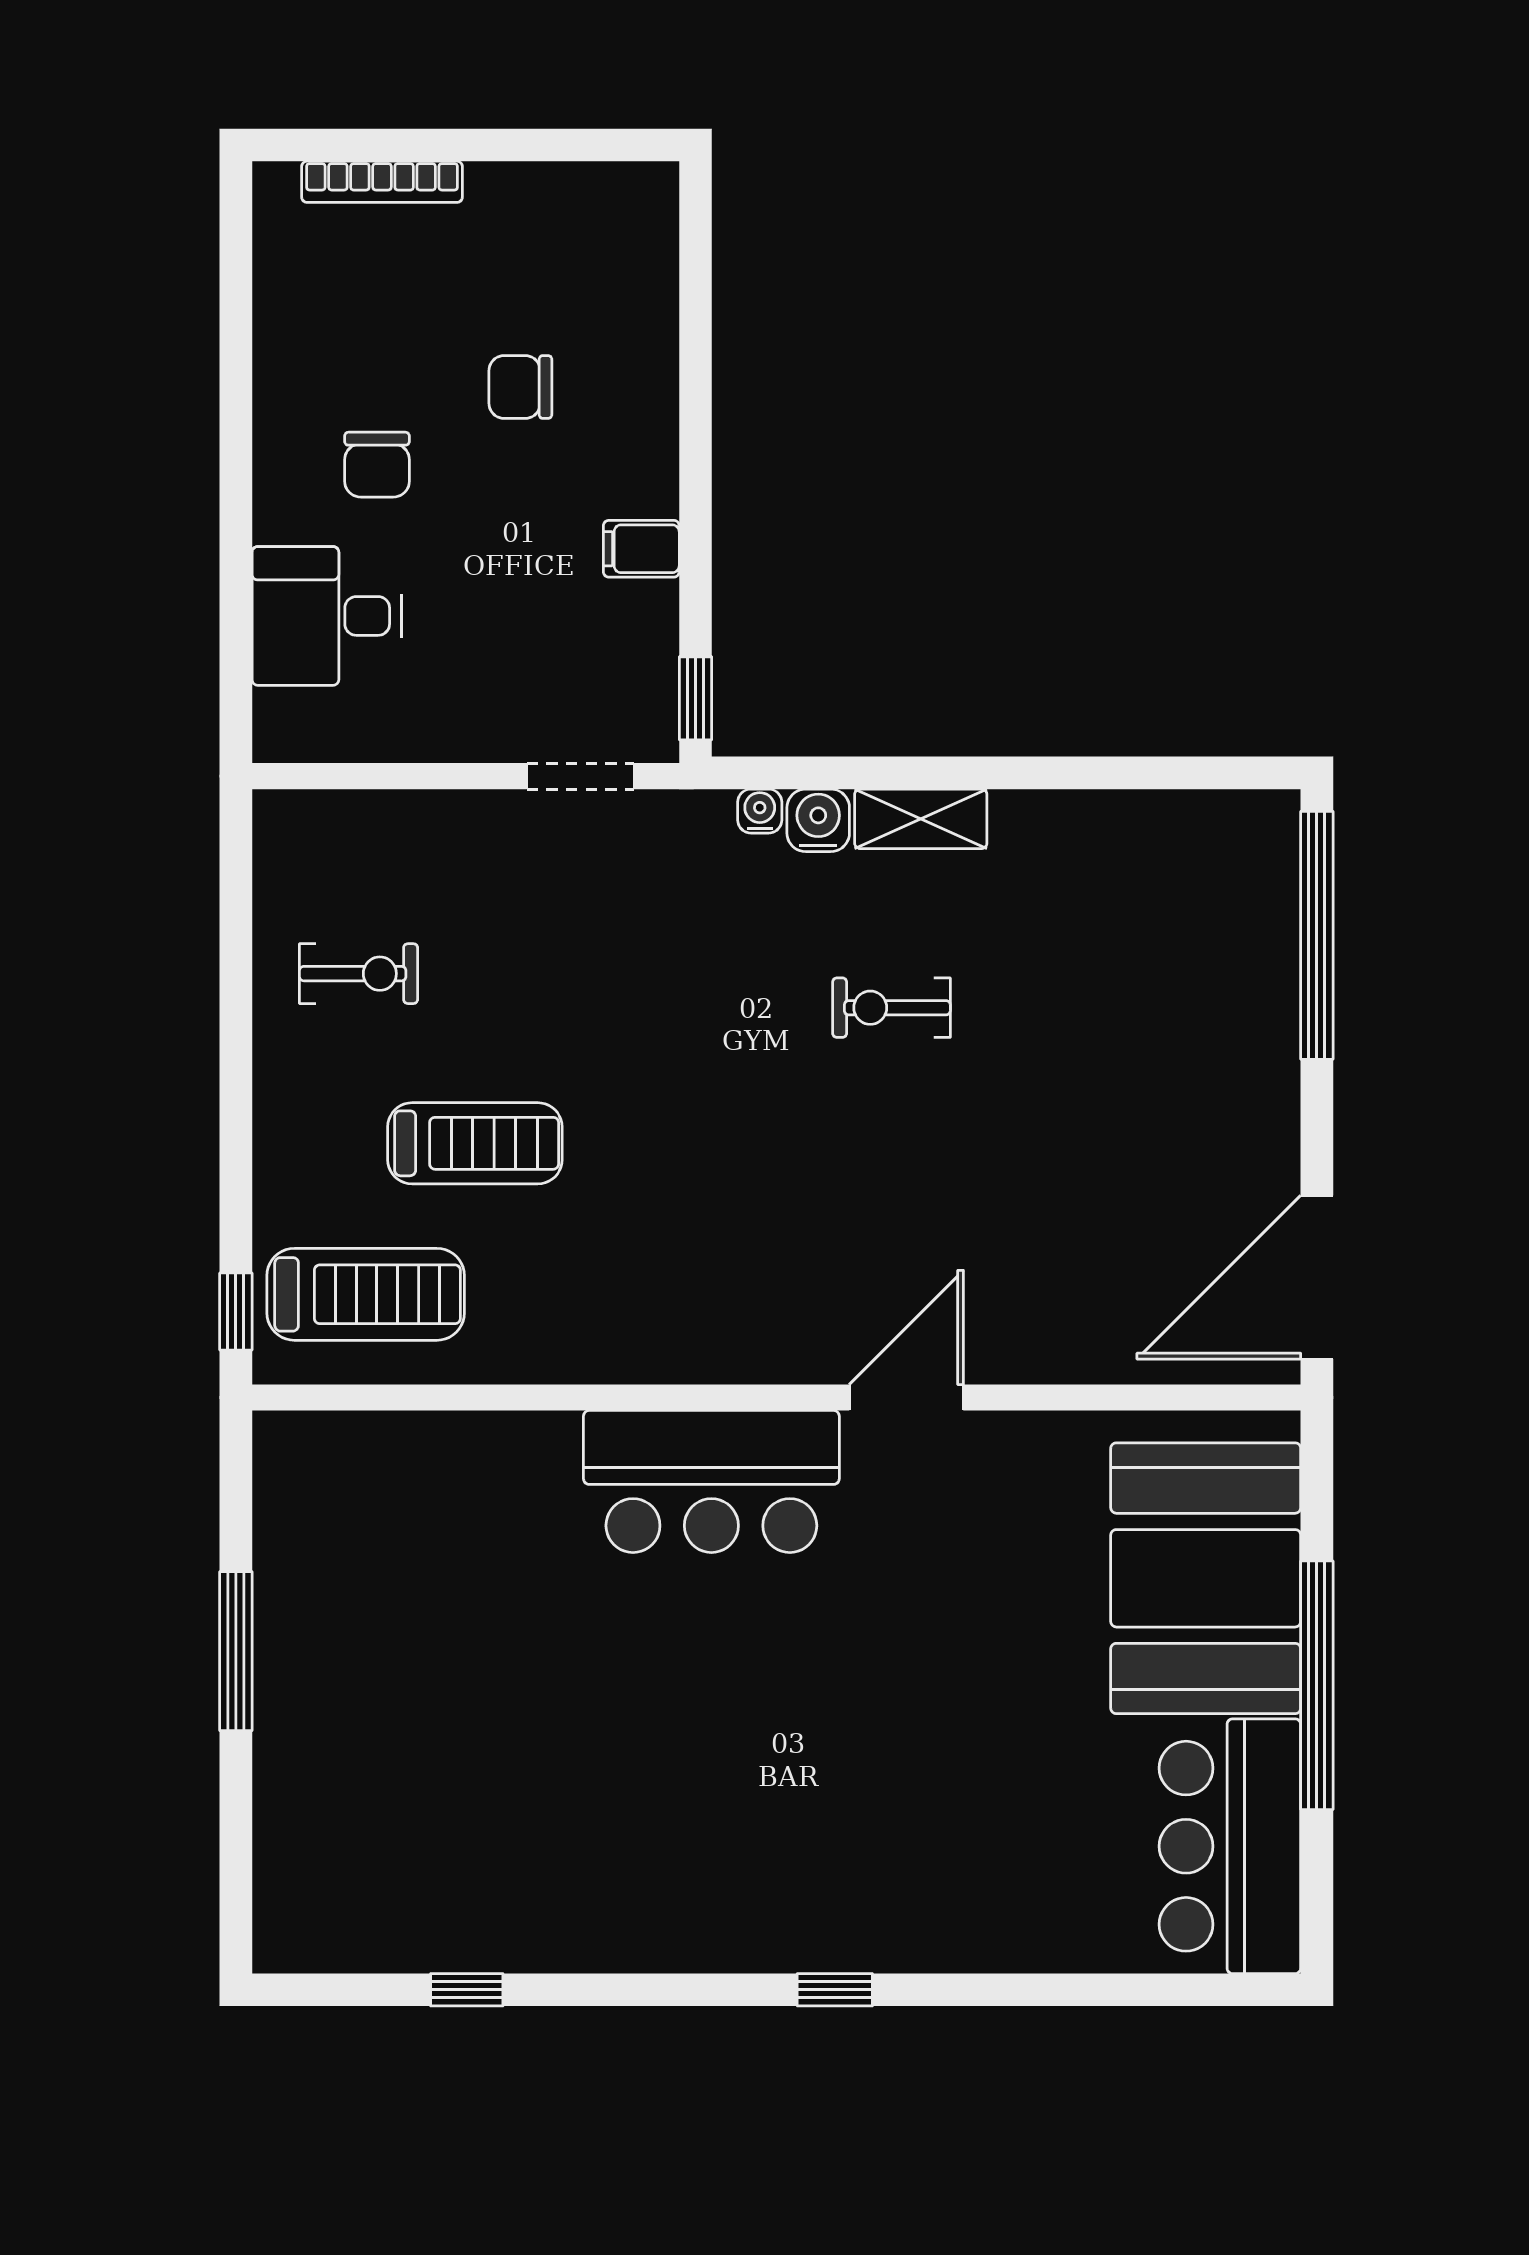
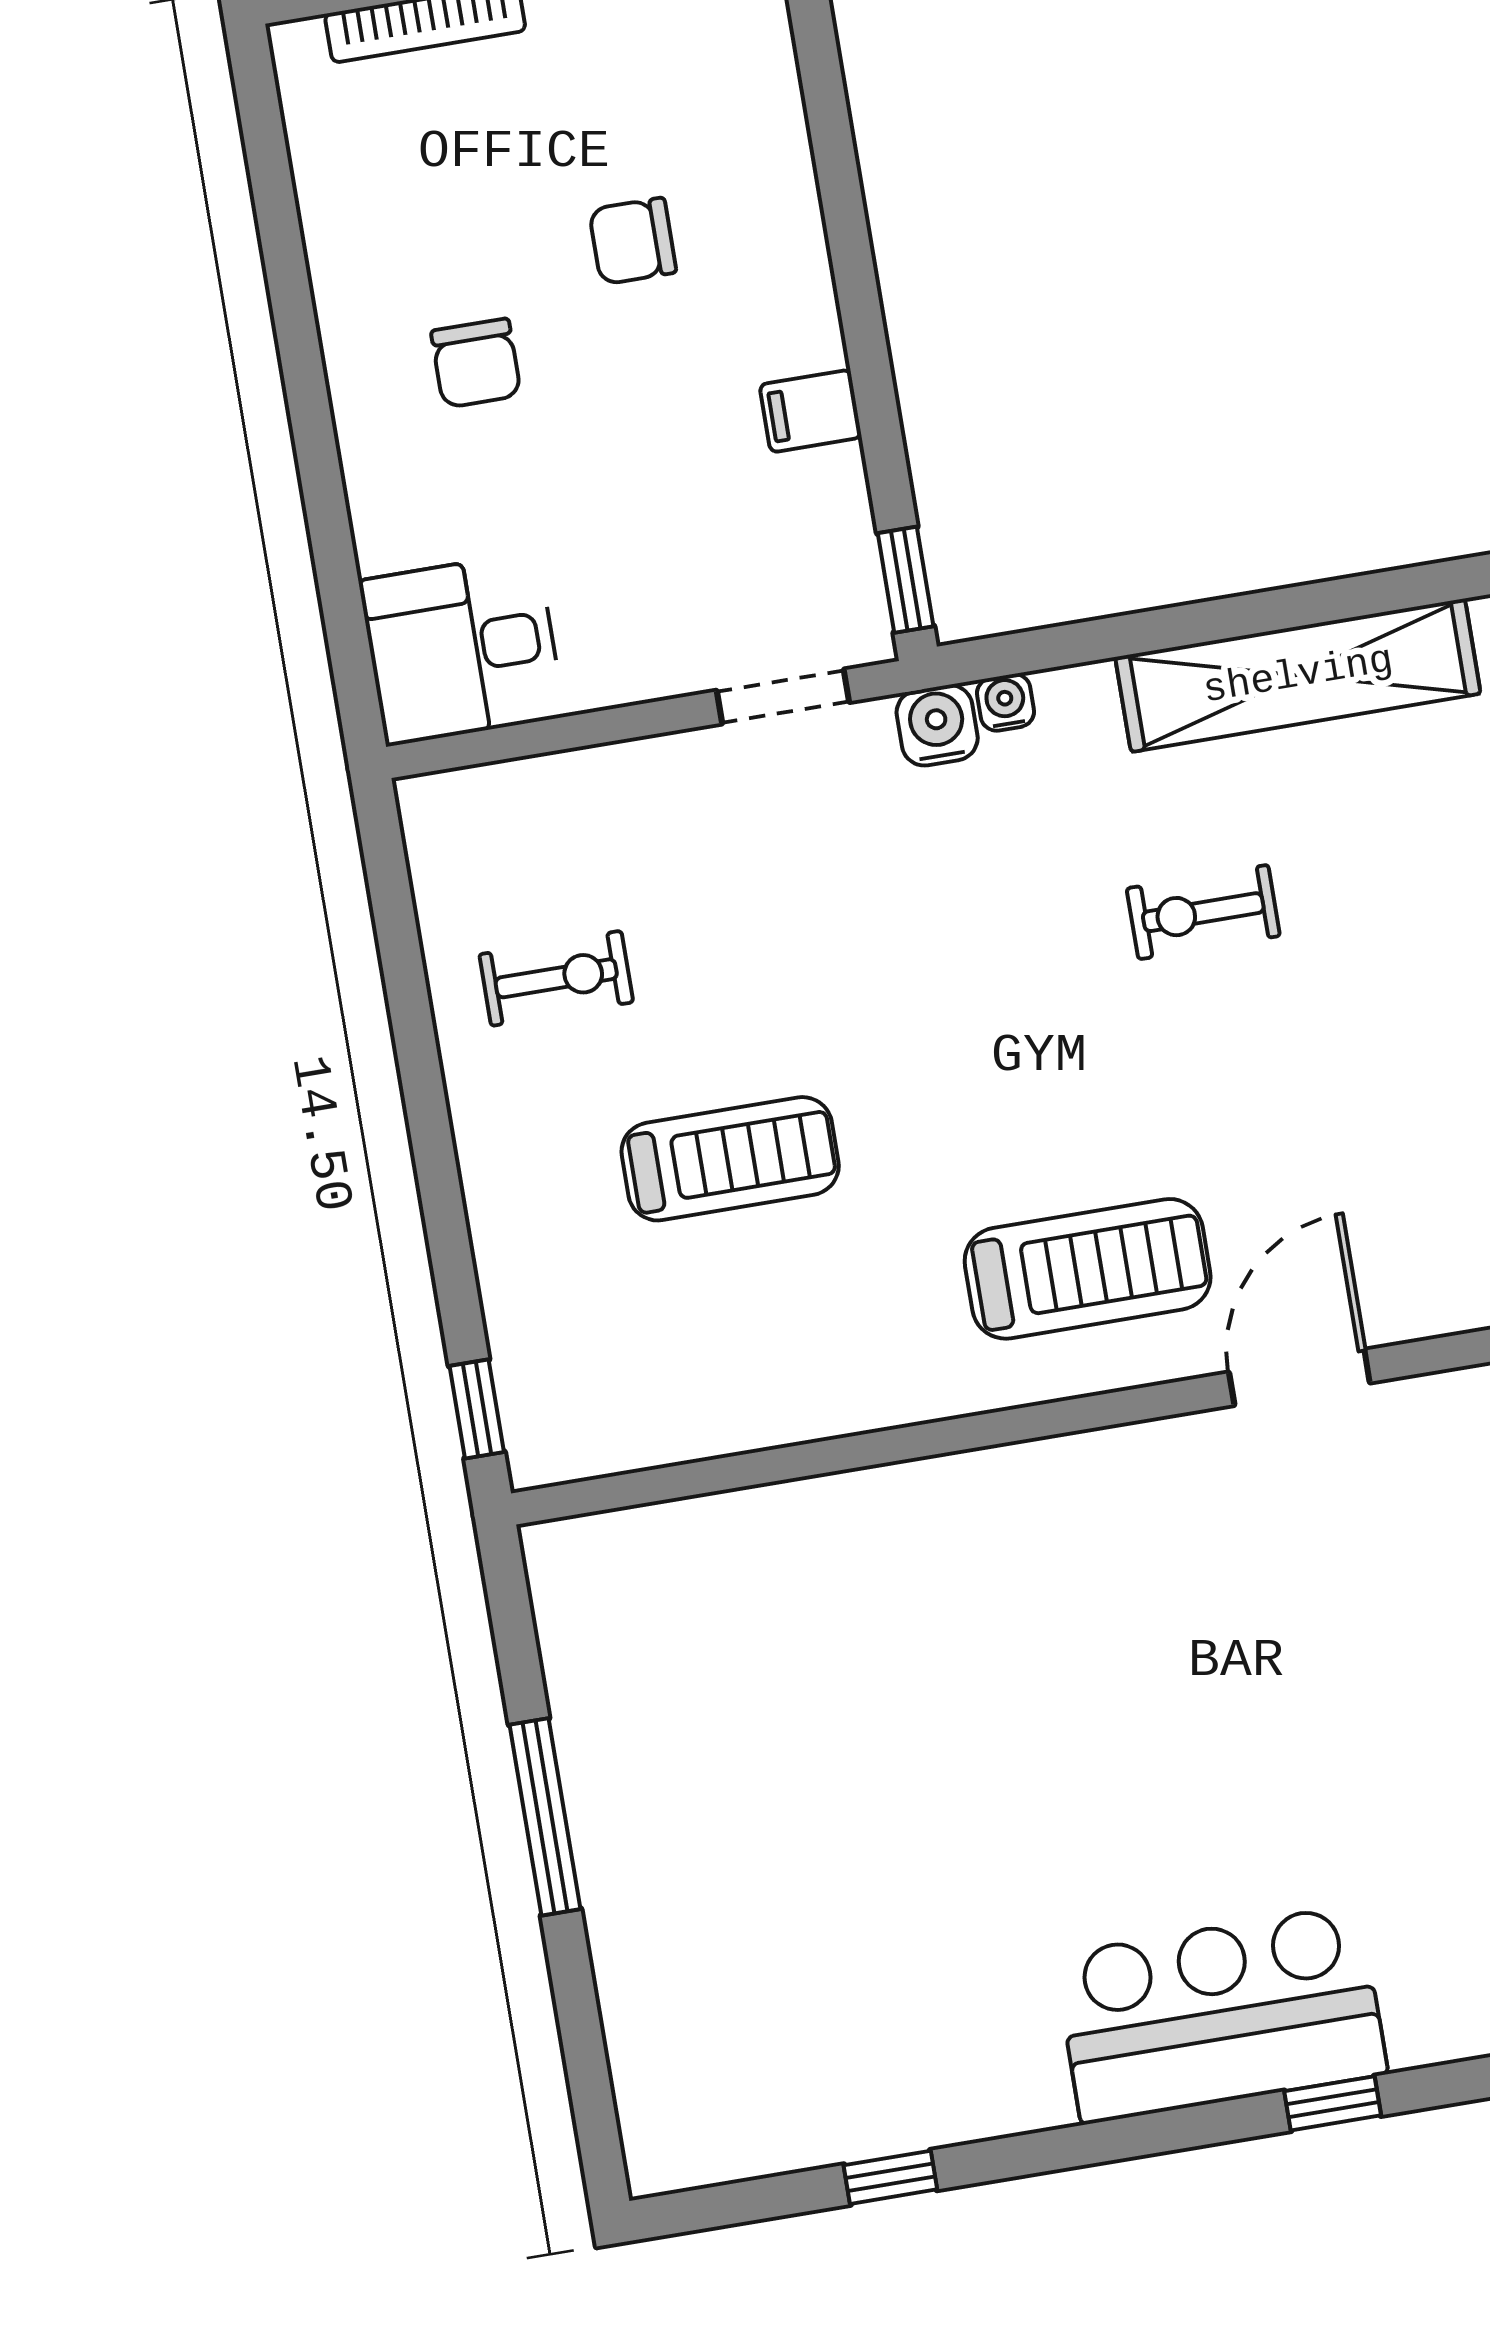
desk: (327, 616) -> (462, 649), moved
shelving: (921, 819) -> (1298, 675), width x2.20, depth x1.33
water cooler: (818, 820) -> (937, 725), moved
treadmill: (366, 1294) -> (1088, 1269), moved
bar counter: (711, 1482) -> (1221, 2014), moved, turned 180

